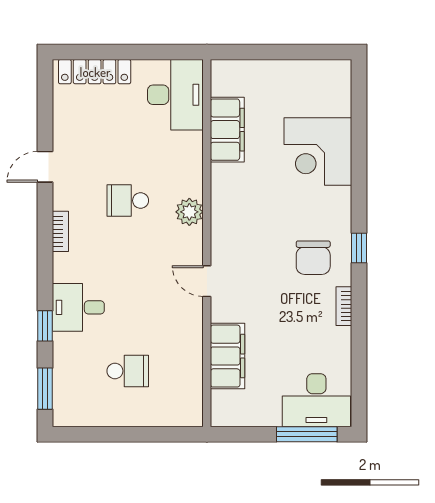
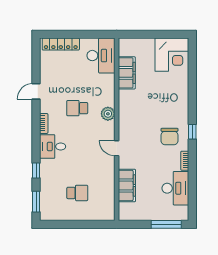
corner desk: (318, 151) -> (172, 55), moved, turned -90
desk: (78, 307) -> (53, 146), moved
desk: (316, 400) -> (175, 188), moved, turned -90

